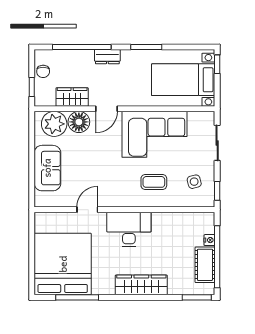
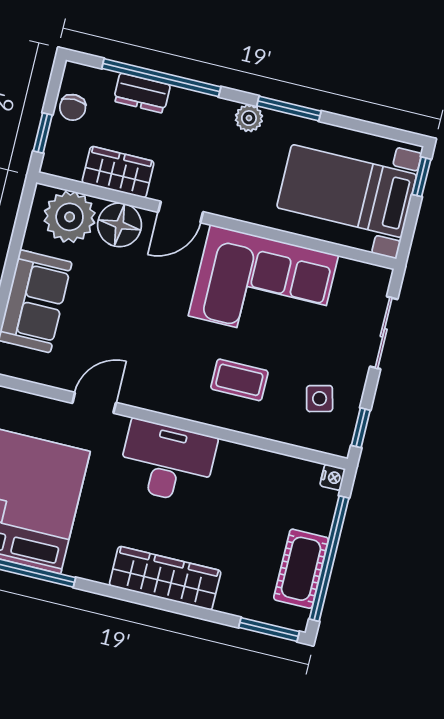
plant: (128, 56) -> (249, 118), added
dresser: (107, 57) -> (142, 93), moved
nightstand: (209, 240) -> (333, 477), moved

